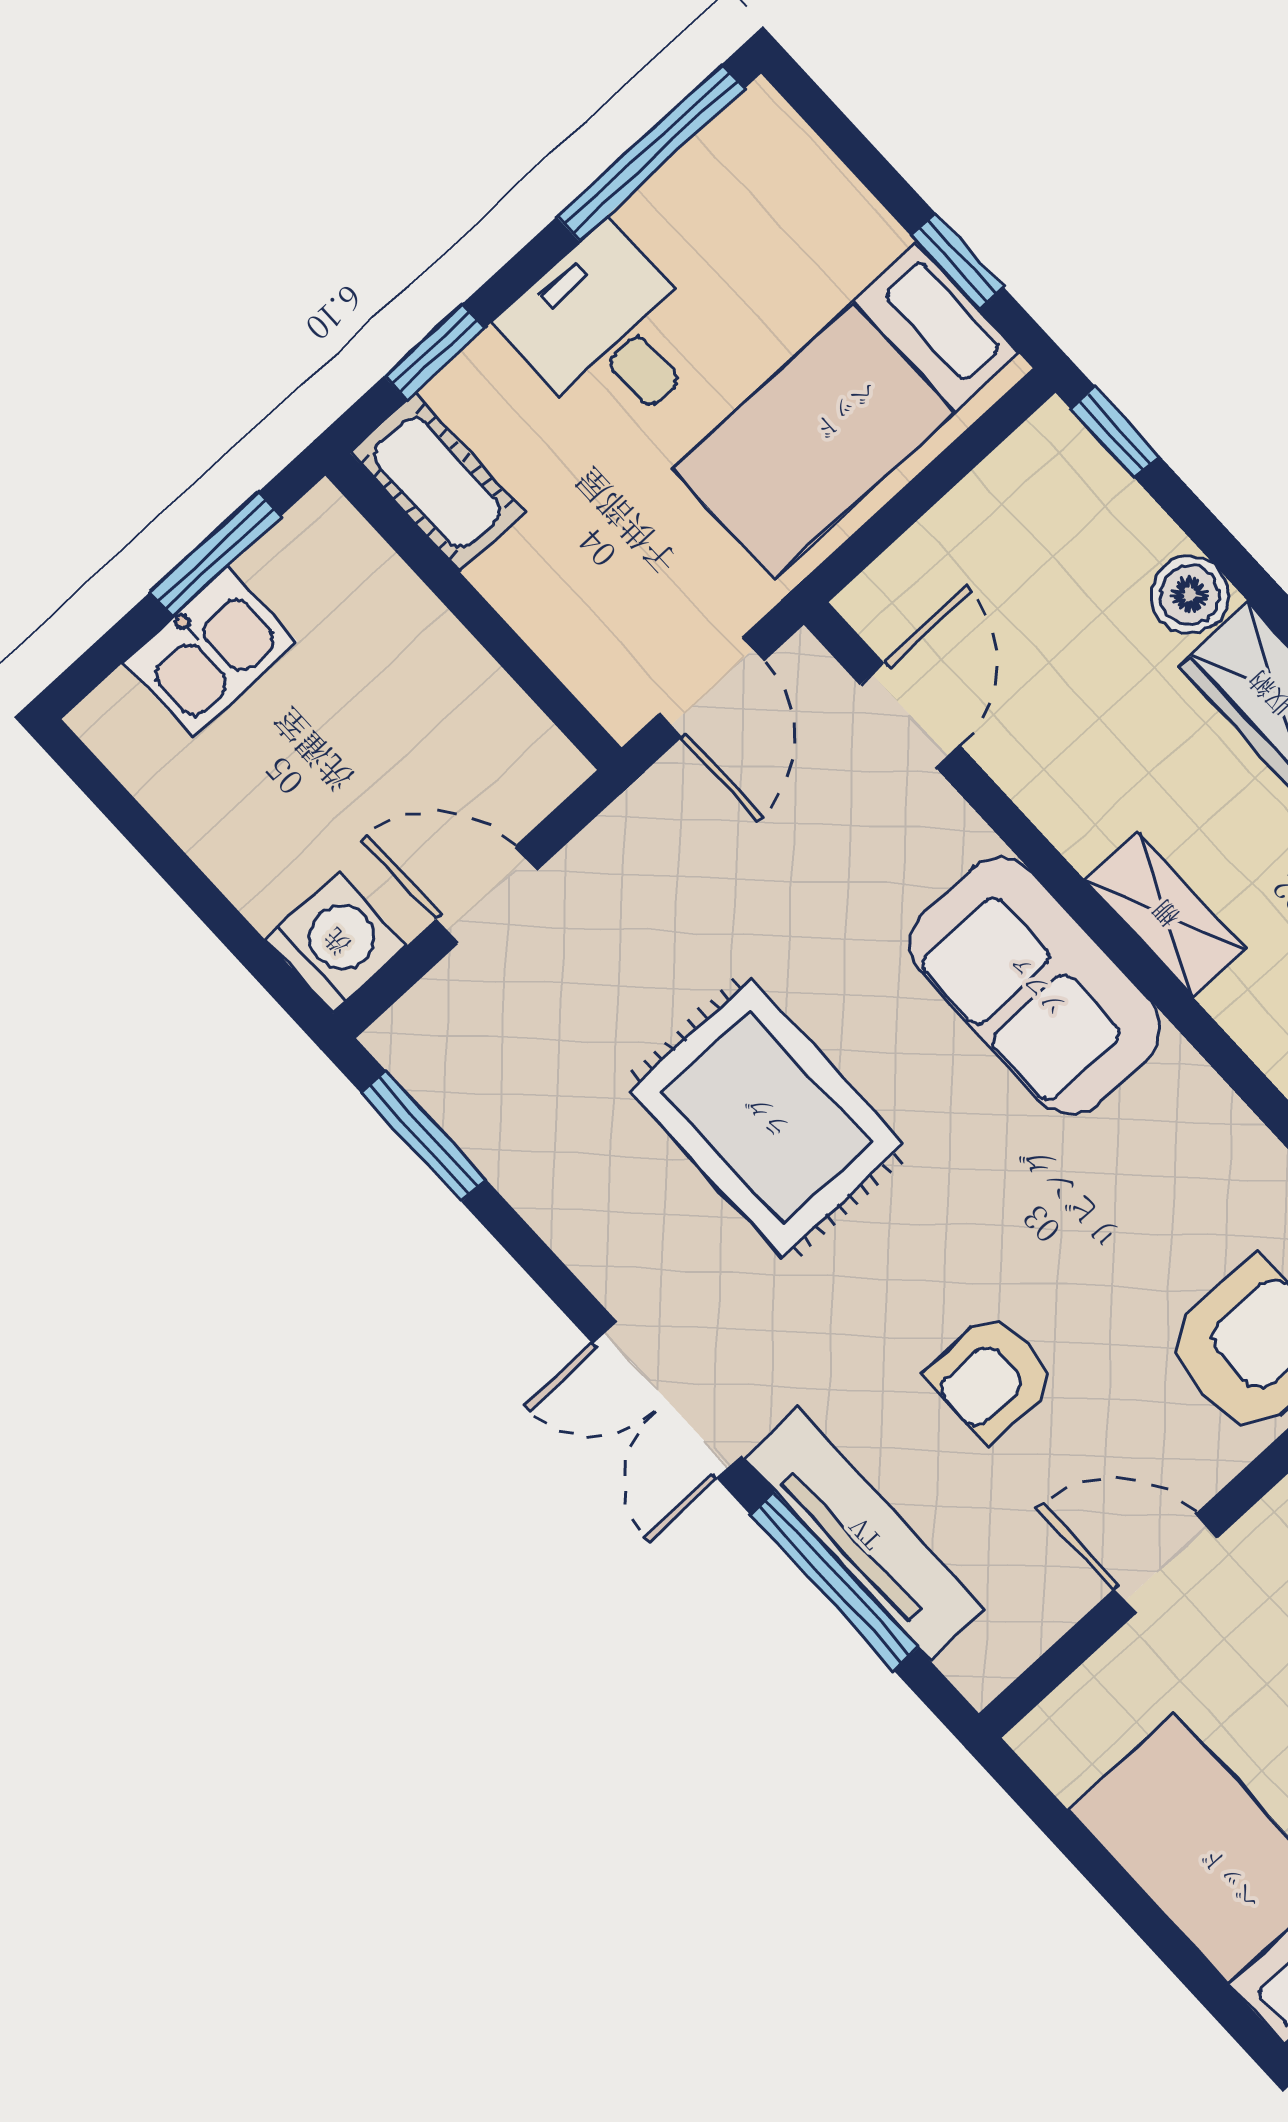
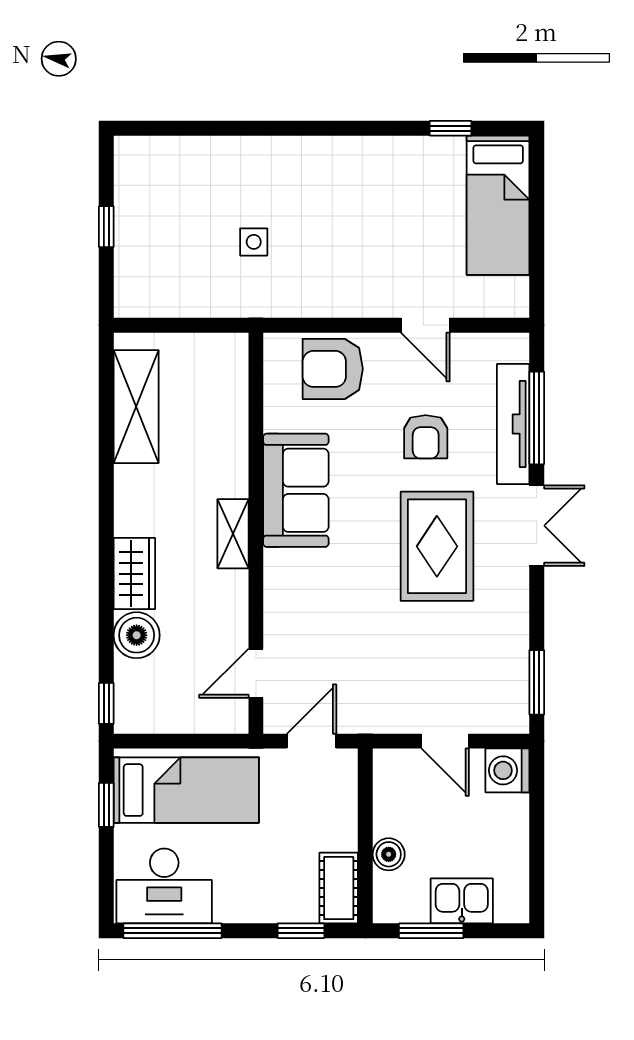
desk: (608, 332) -> (164, 886), moved, width x1.37
boiler: (1190, 595) -> (137, 635), width x1.36, depth x1.36
boiler: (406, 617) -> (389, 854), added
sofa: (1035, 986) -> (296, 490), moved
rug: (767, 1117) -> (437, 546), moved
armchair: (992, 1377) -> (426, 437), turned 90

